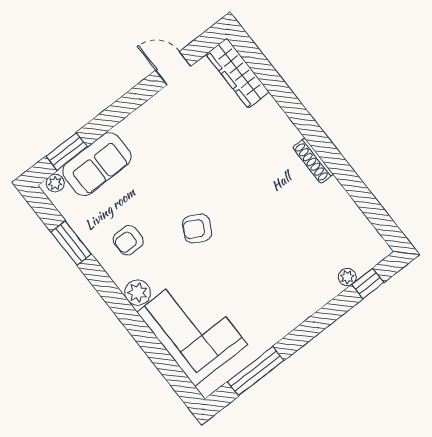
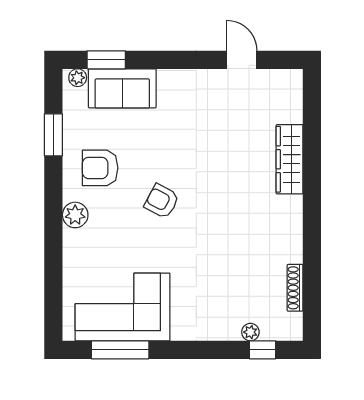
wardrobe: (238, 73) -> (290, 159), moved
shoe rack: (313, 161) -> (295, 288), moved
armchair: (128, 240) -> (100, 168), width x1.38, depth x1.38
corner sofa: (192, 328) -> (123, 307), moved, turned -90

